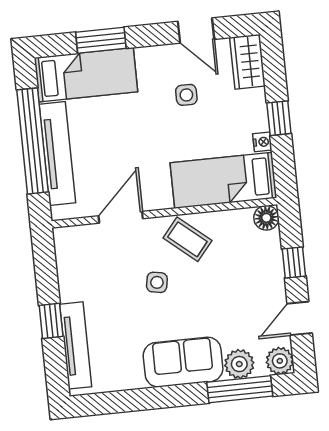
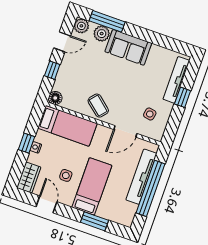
bed: (86, 75) -> (92, 186), moved, turned 90
nightstand: (262, 142) -> (36, 147), moved
side table: (157, 282) -> (150, 114), moved

